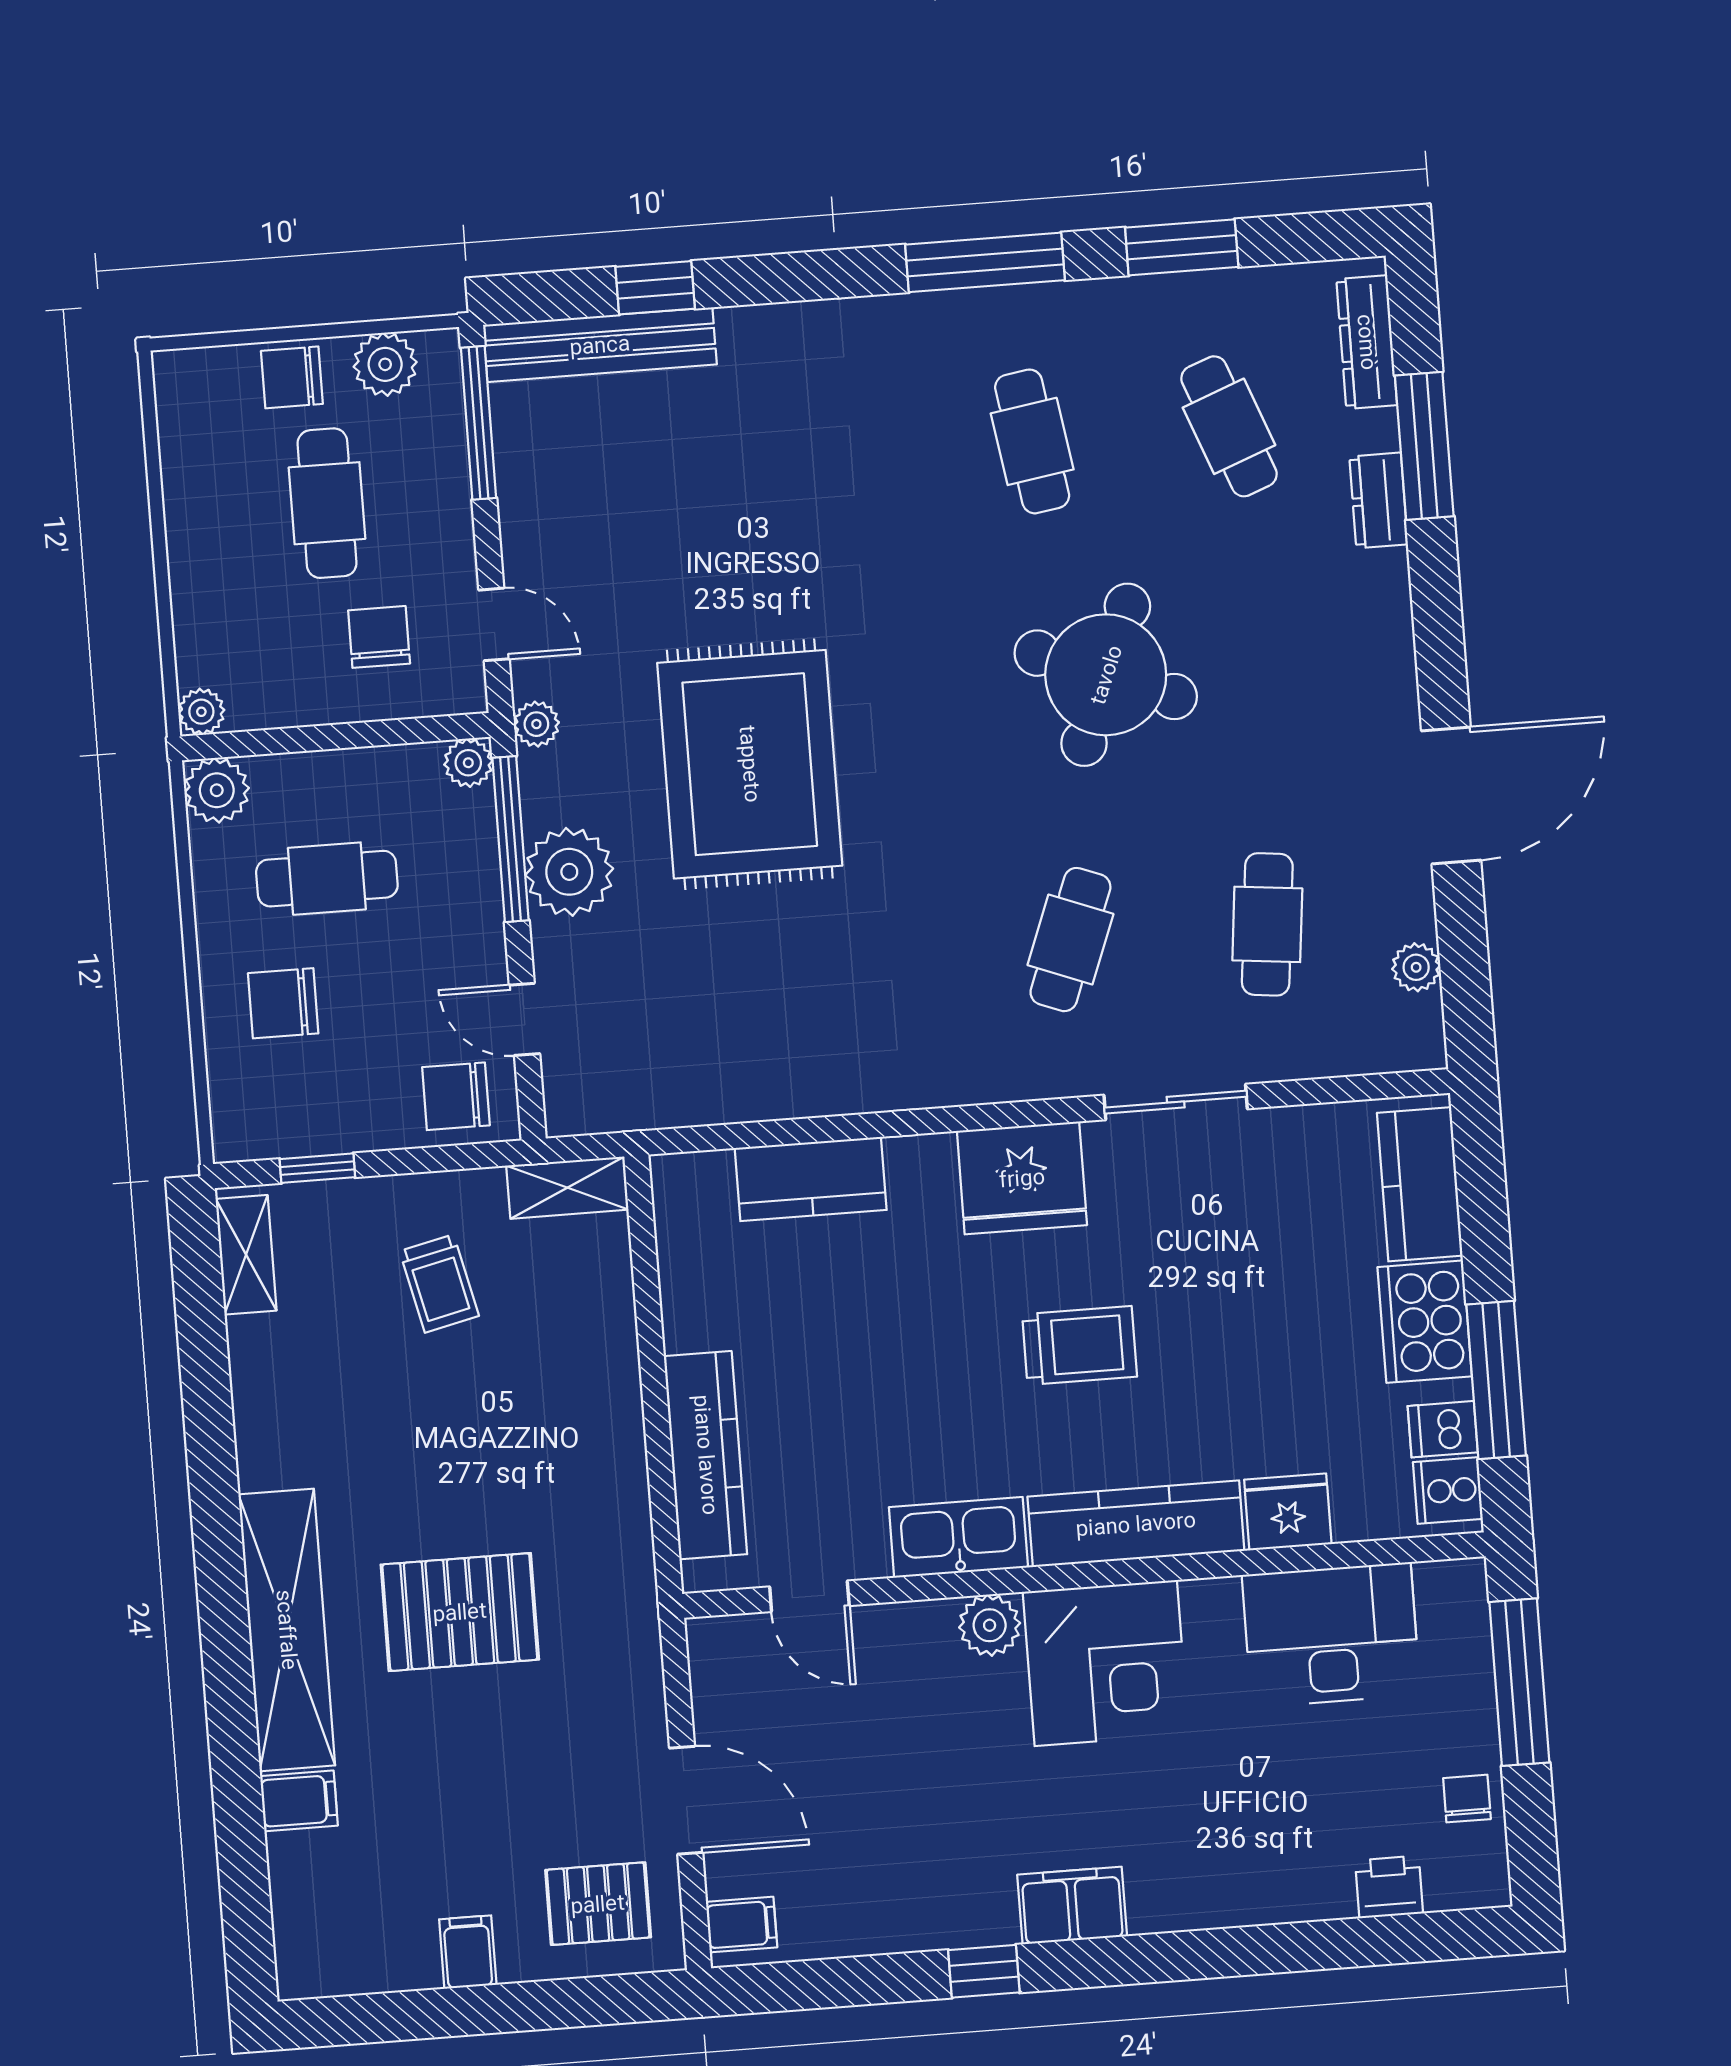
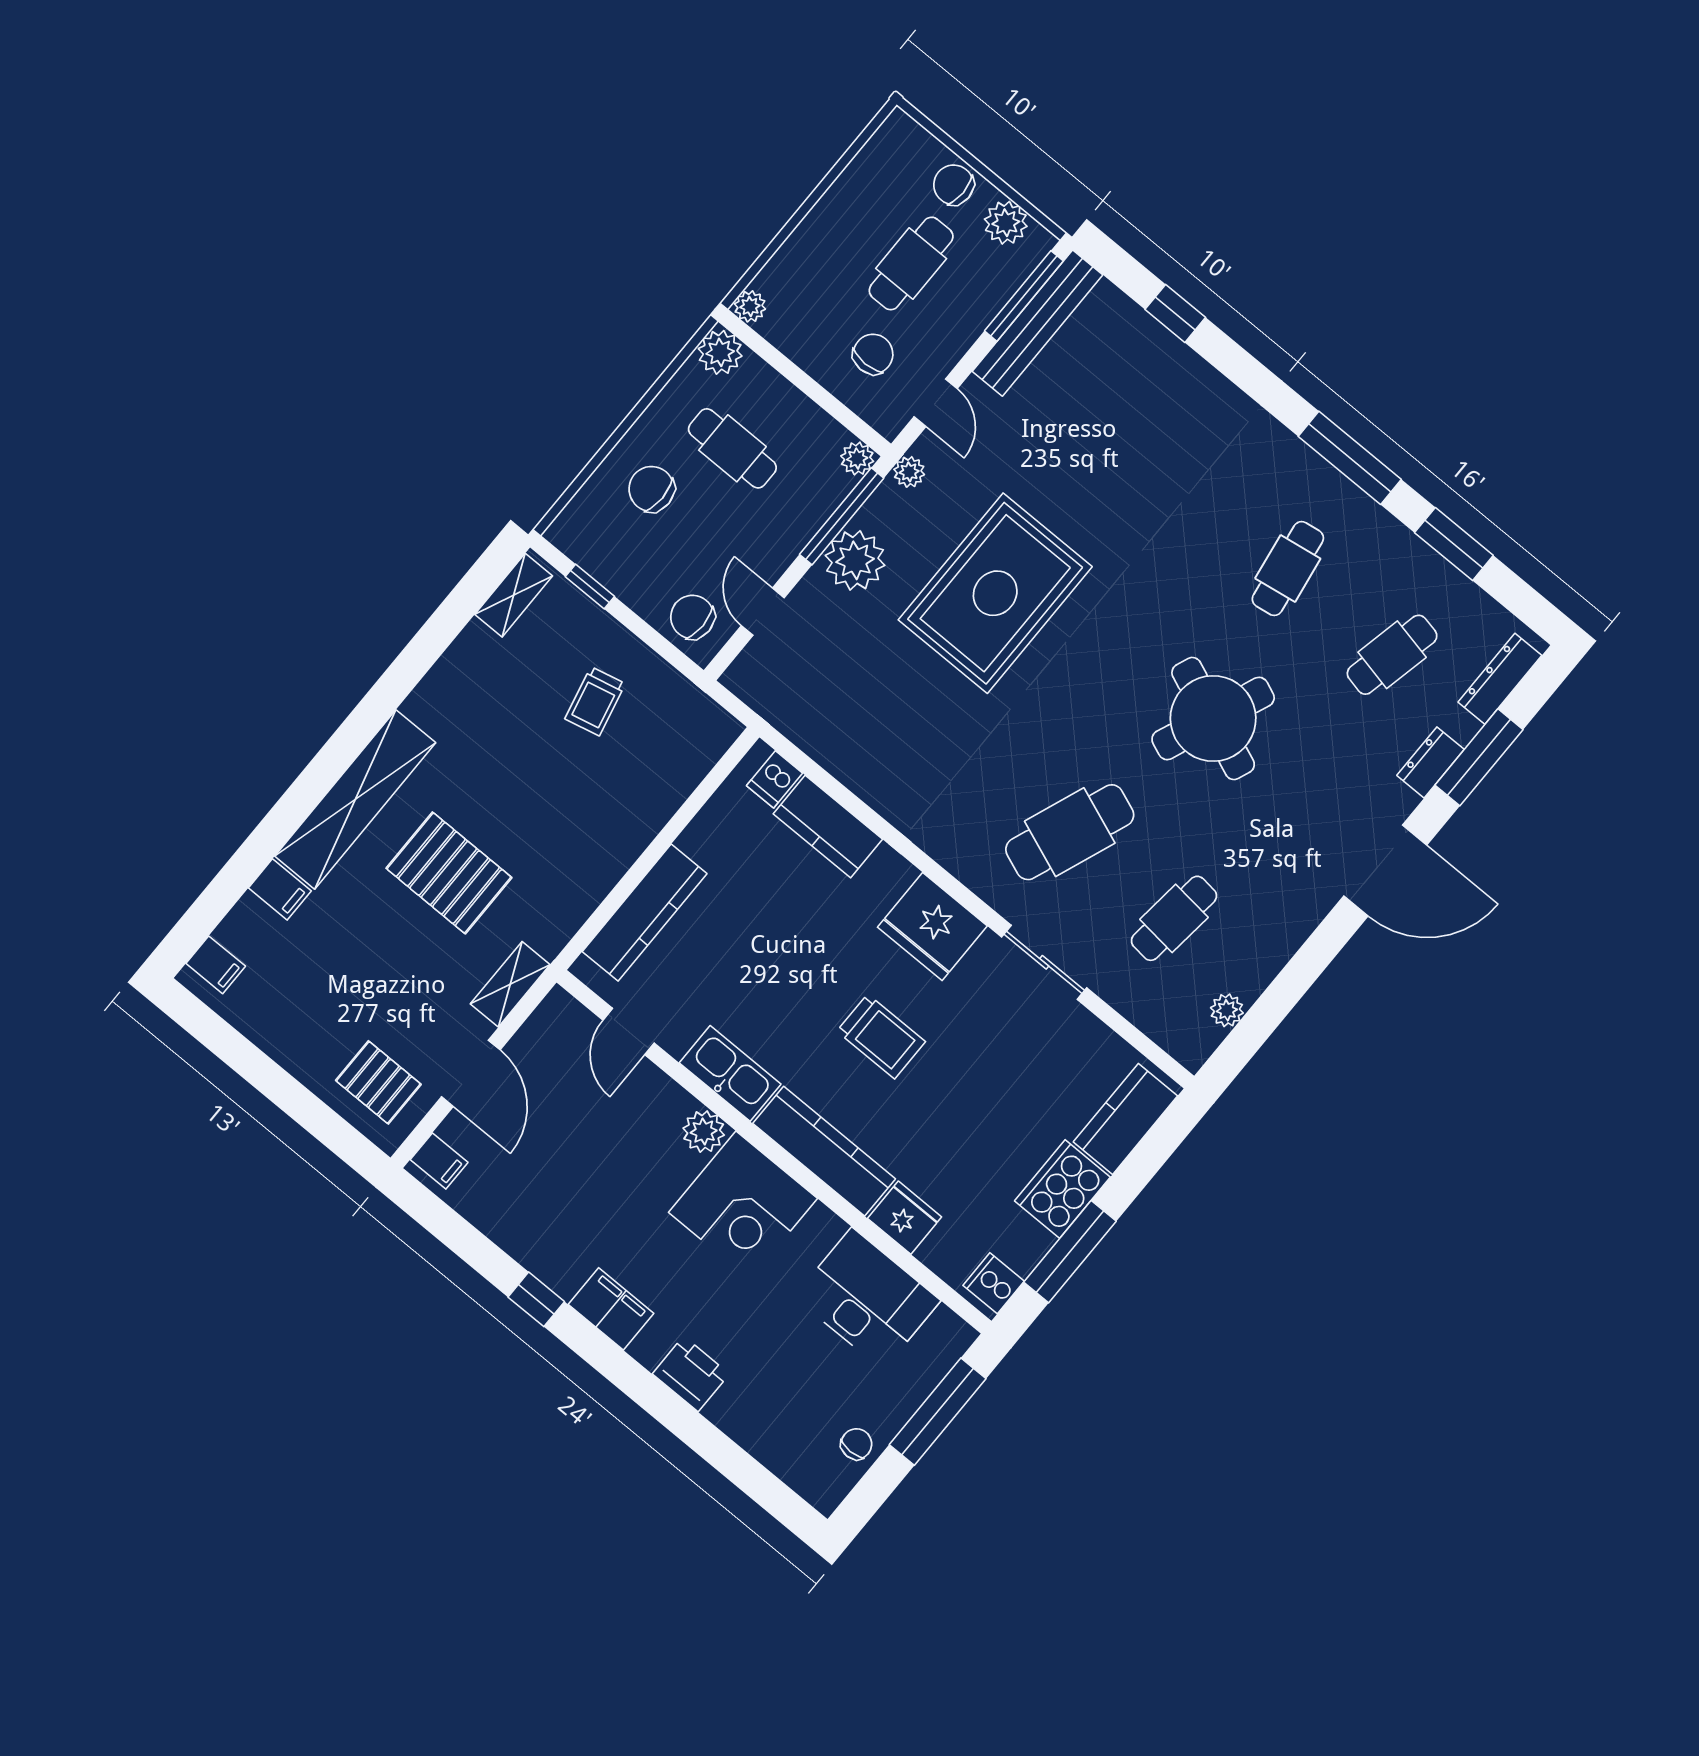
bench: (600, 345) -> (1038, 323), moved, turned 90
cafe table: (1229, 426) -> (1392, 655), turned 33
door: (1451, 796) -> (1385, 871), moved
cafe table: (1070, 940) -> (1070, 832), width x1.37, depth x1.35
shelving: (567, 1188) -> (510, 984), moved, turned 90
dishwasher: (1443, 1429) -> (774, 779), moved, turned -90
printer: (1389, 1887) -> (691, 1374), moved, width x1.36, depth x1.24
filing cabinet: (468, 1952) -> (216, 965), moved, turned 90

